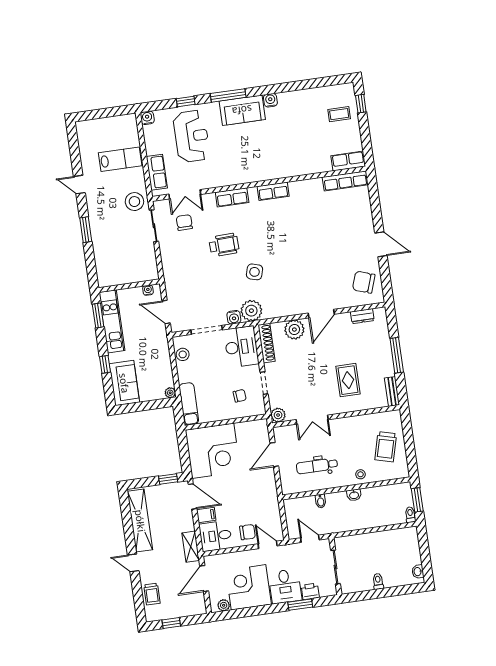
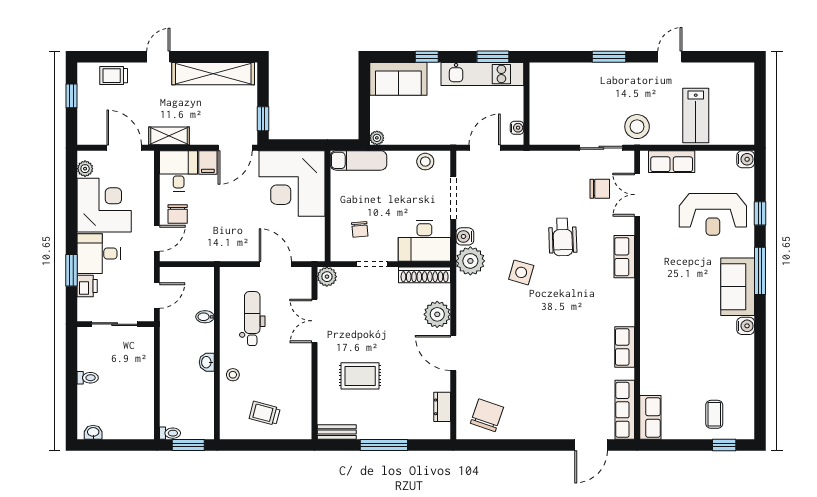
row of seats: (273, 191) -> (625, 347), moved
door: (381, 244) -> (591, 445), moved
trolley: (386, 447) -> (265, 413), width x0.73, depth x0.72

